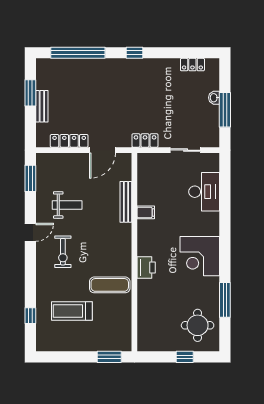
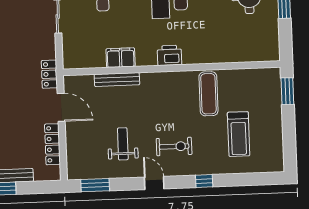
locker: (145, 140) -> (49, 74), moved
filing cabinet: (146, 212) -> (121, 58), width x2.00
printer: (146, 268) -> (170, 55), moved
window: (30, 316) -> (204, 181), moved

